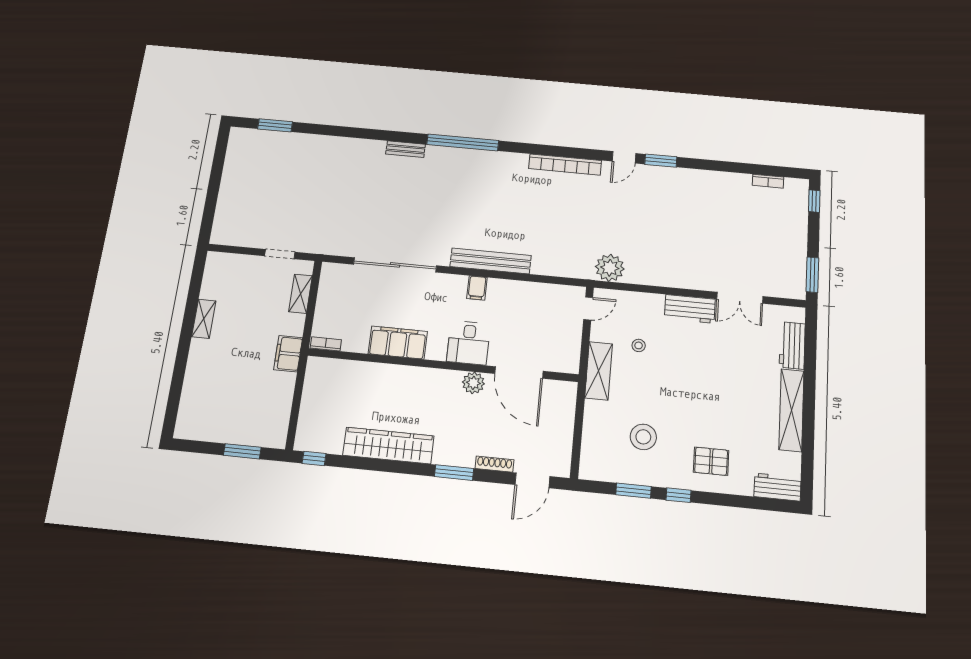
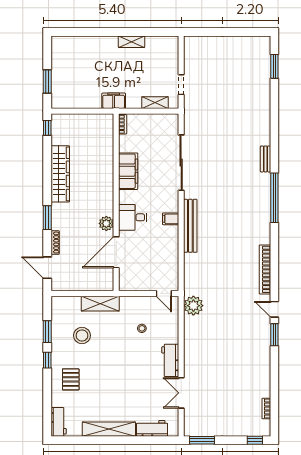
shelving: (599, 371) -> (100, 304), moved

